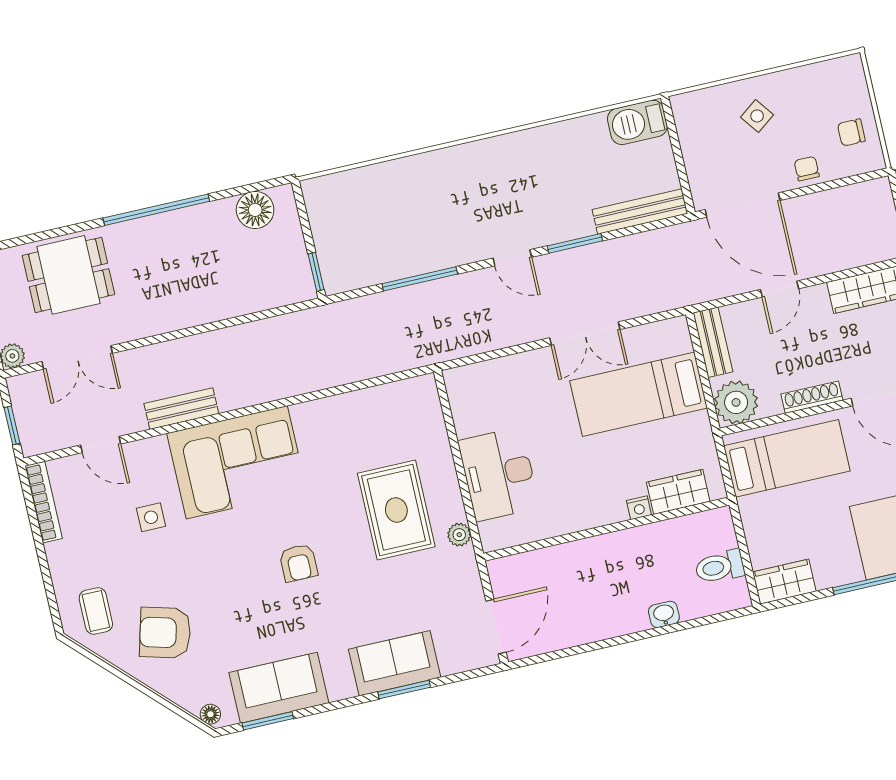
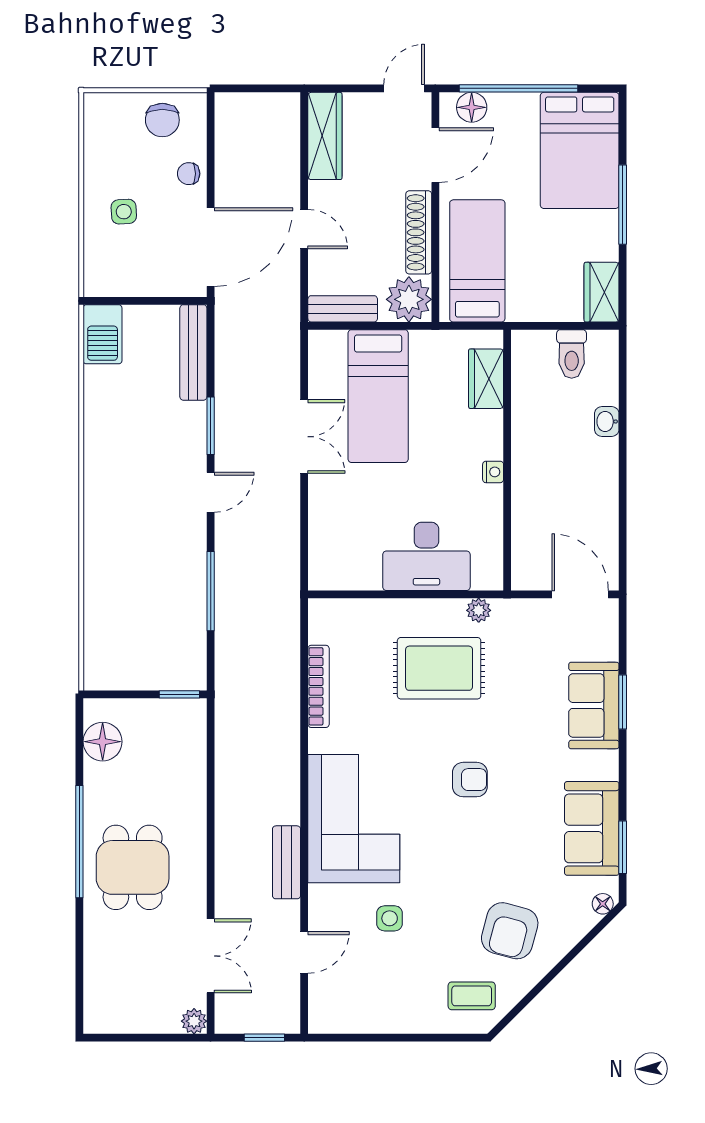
side table: (757, 116) -> (124, 212), turned 34
chair: (851, 132) -> (162, 120), width x1.37, depth x1.37
dining table: (68, 275) -> (133, 867), moved
shoe rack: (812, 397) -> (419, 232), width x1.36, depth x1.24
bookcase: (44, 502) -> (319, 686), moved, turned 90
nightstand: (639, 508) -> (493, 472), moved

